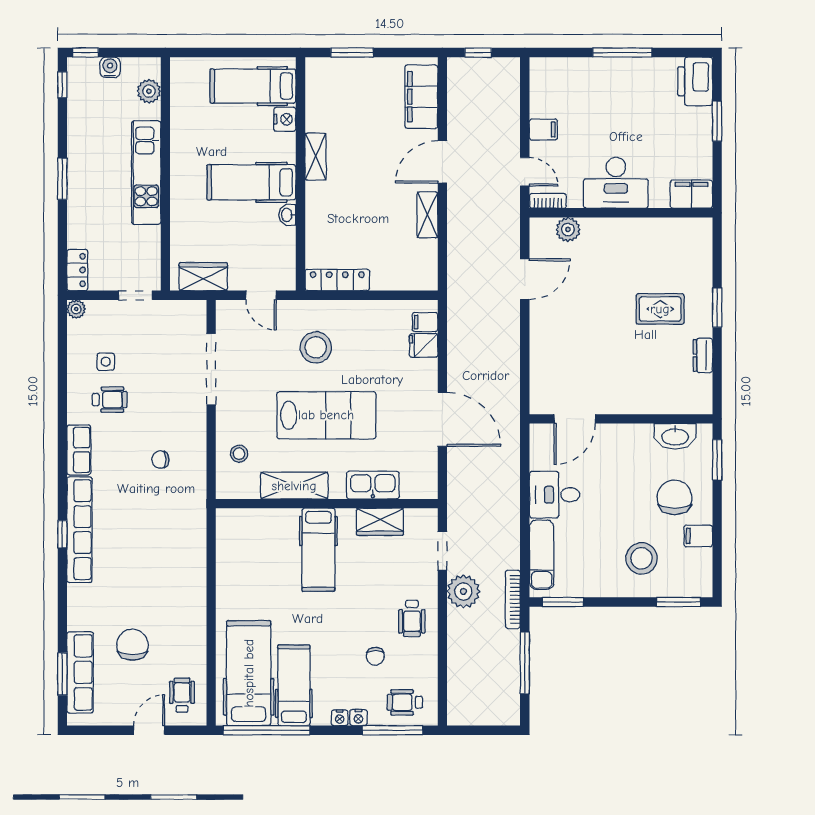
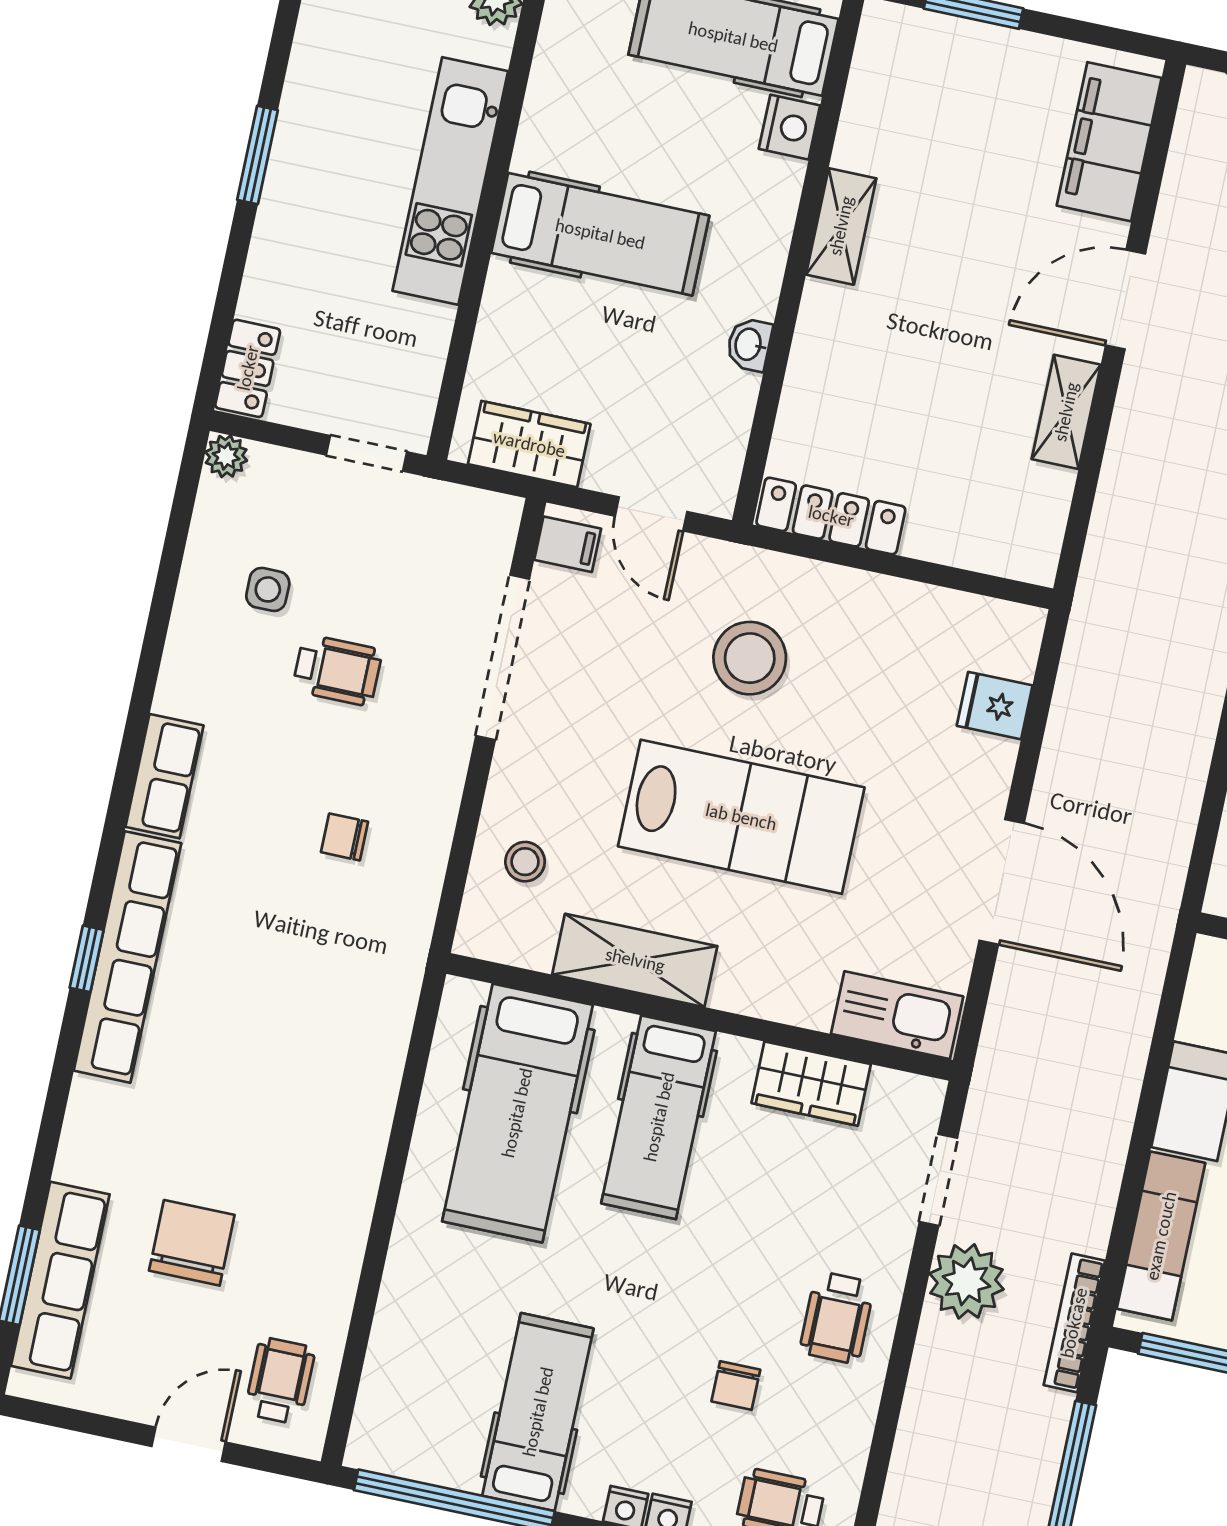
hospital bed: (251, 182) -> (600, 234), moved, turned 180
filing cabinet: (425, 322) -> (568, 544), moved, turned 180
wheelchair: (110, 400) -> (337, 670), moved
kitchen sink: (373, 485) -> (897, 1015), moved
hospital bed: (249, 673) -> (517, 1113), moved, turned 180

